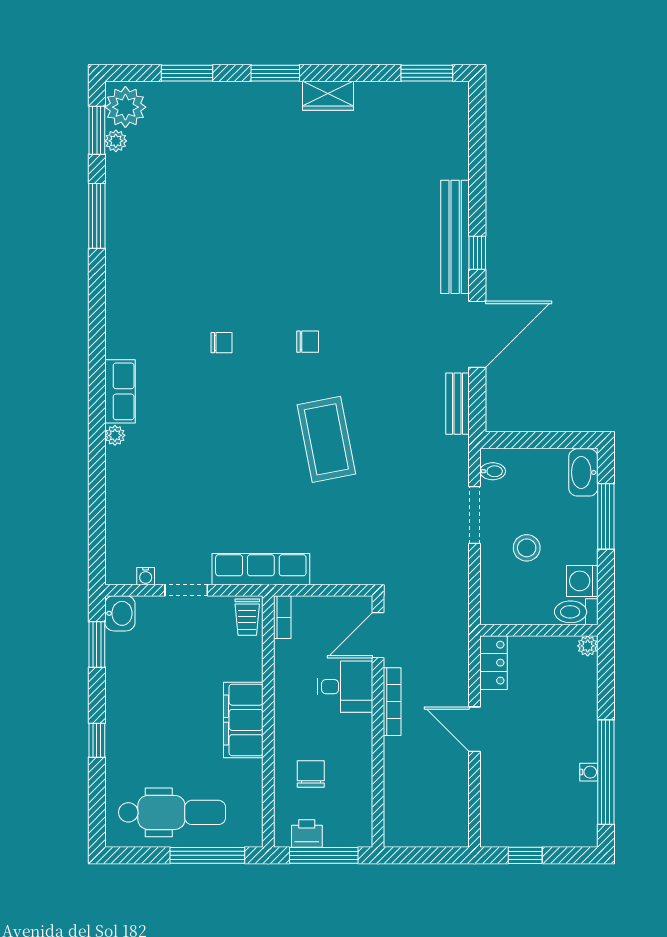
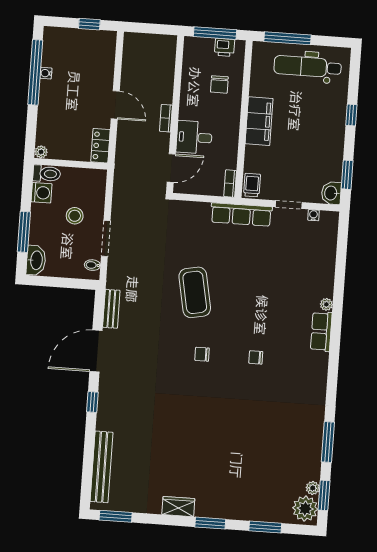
bench: (455, 237) -> (102, 467), moved
bookcase: (392, 702) -> (166, 118), width x0.64

